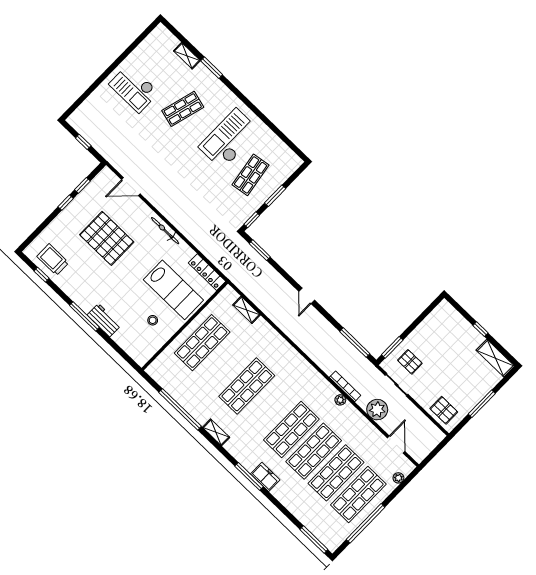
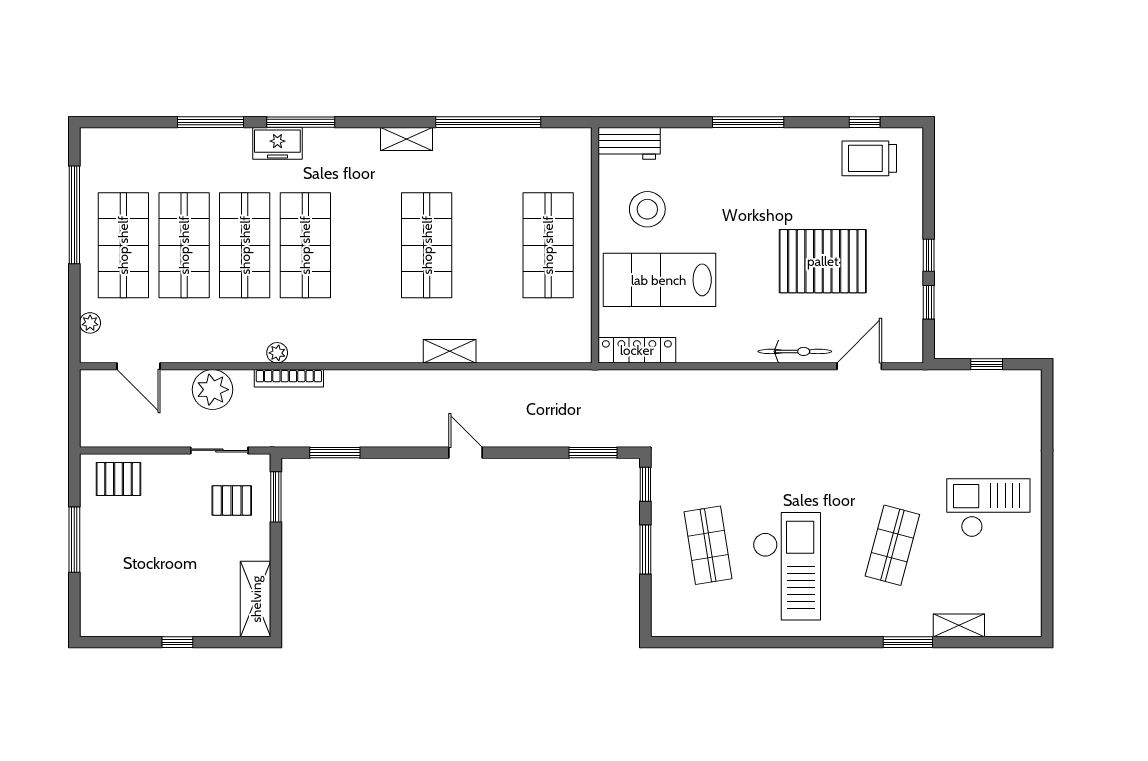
bicycle: (165, 231) -> (795, 351), moved
trolley: (53, 260) -> (869, 158), turned 180
shelving: (247, 310) -> (450, 351), moved
workbench: (104, 320) -> (629, 143), moved
stool: (153, 320) -> (647, 209), width x1.89, depth x1.89
window: (355, 343) -> (335, 453), width x0.69
shelving: (495, 358) -> (256, 599), moved, turned 90
window: (314, 540) -> (210, 122), moved

